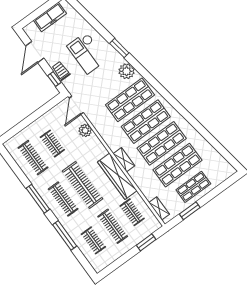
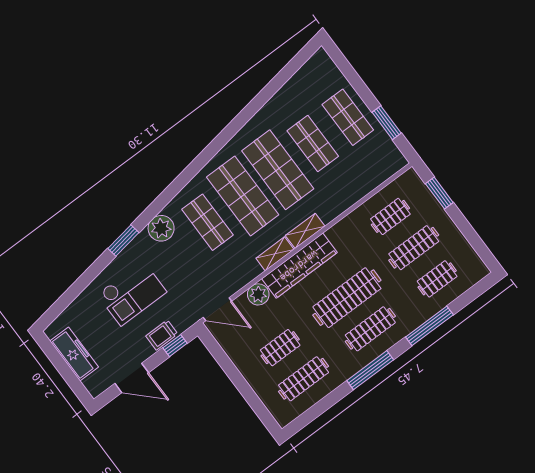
shop shelf: (130, 100) -> (208, 222), width x0.70, depth x0.74
shop shelf: (177, 165) -> (313, 143), width x0.70, depth x0.74
wardrobe: (117, 176) -> (299, 266), moved
shelving: (159, 208) -> (275, 254), moved

